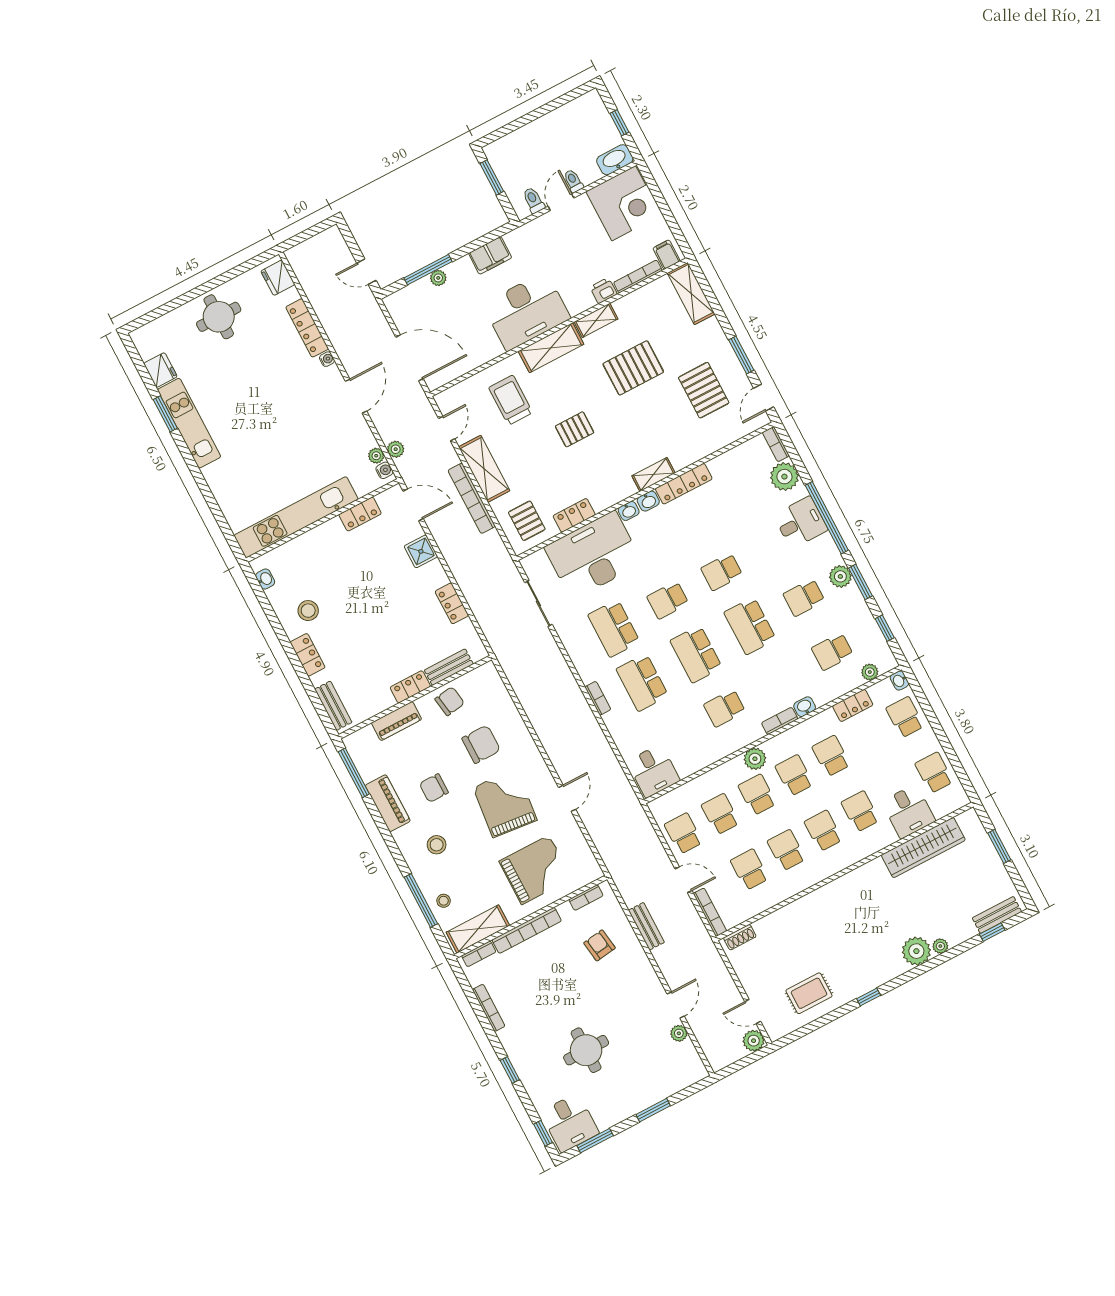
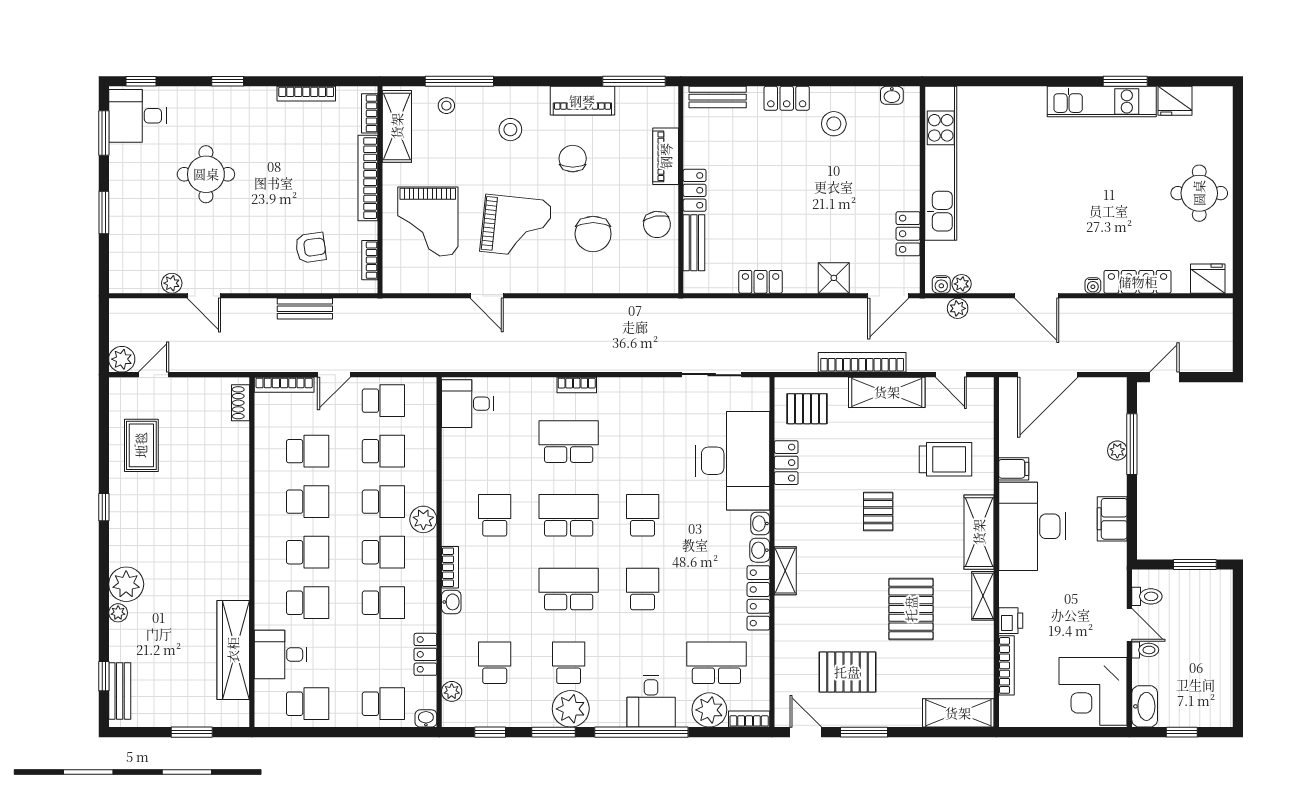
filing cabinet: (666, 255) -> (1014, 469), moved
plant: (840, 576) -> (571, 709), width x1.36, depth x1.36
school desk: (614, 628) -> (716, 663), moved

